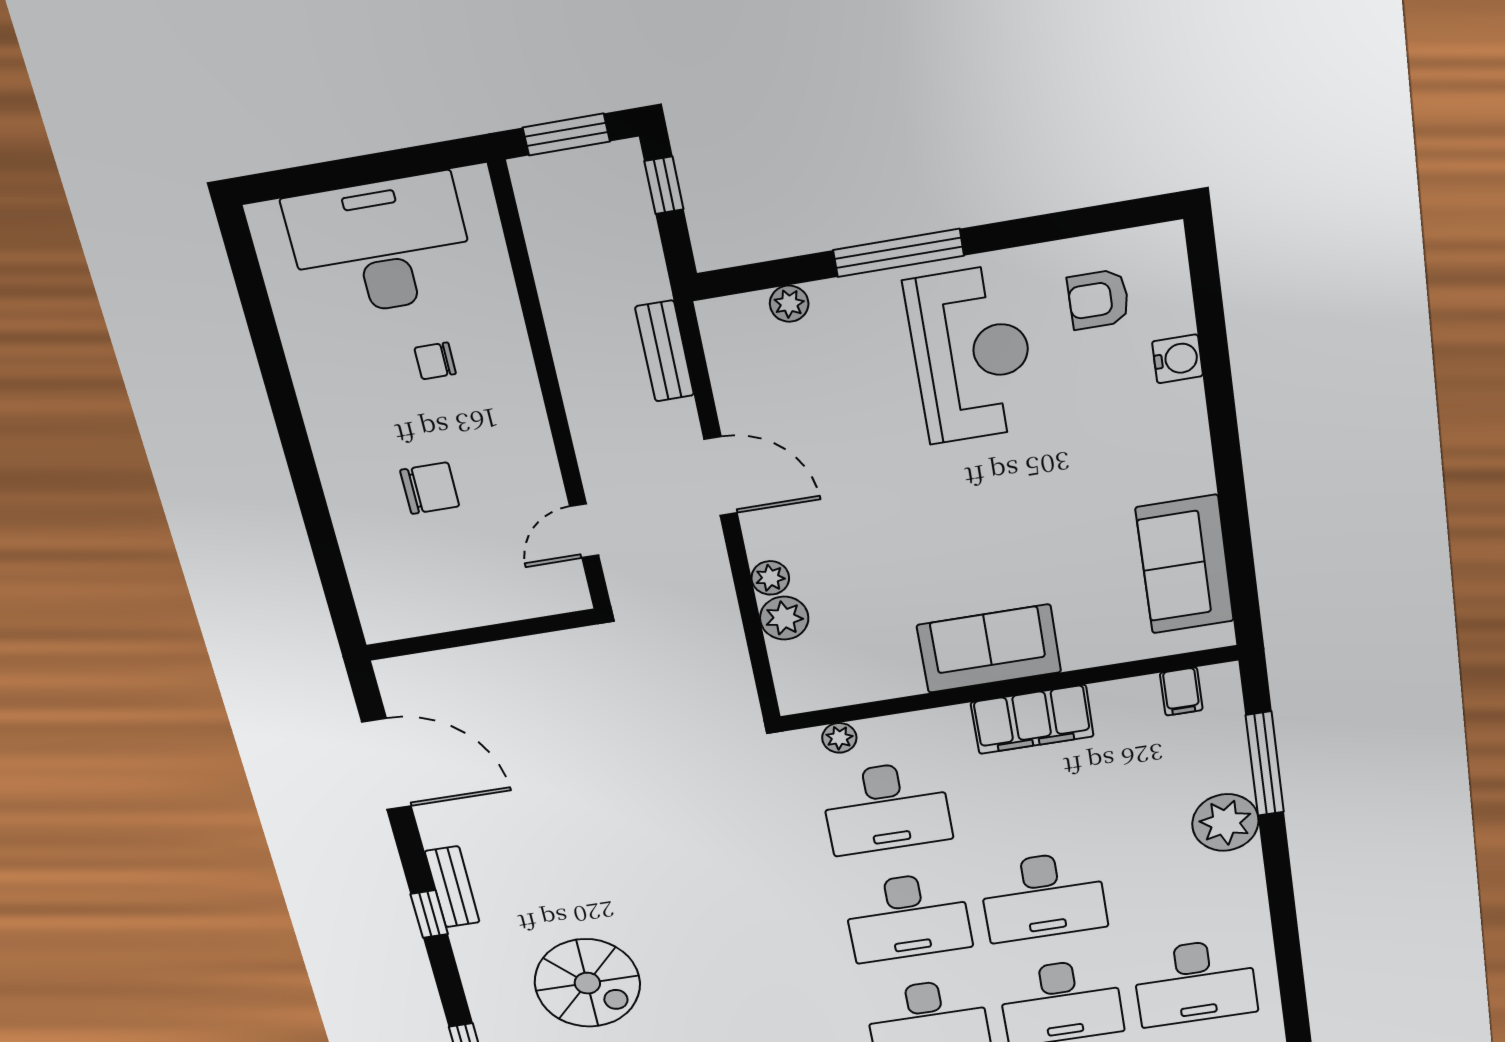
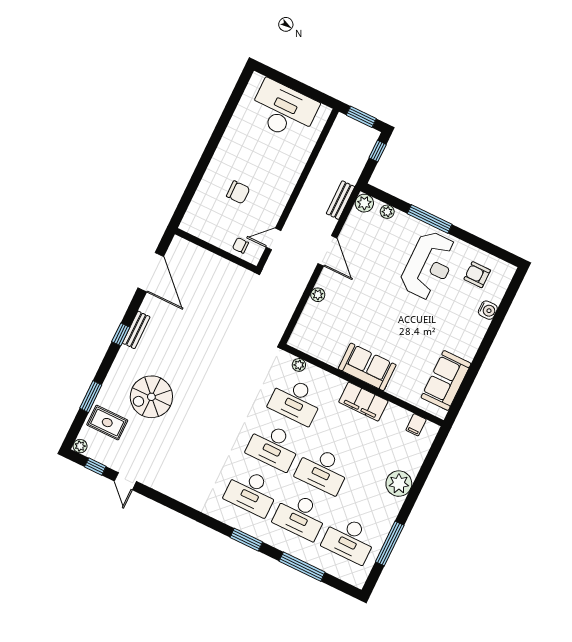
chair: (435, 361) -> (240, 245), moved
plant: (784, 618) -> (364, 203), moved
window: (1265, 764) -> (390, 543), moved
spiral stairs: (587, 983) -> (151, 397), turned 90

